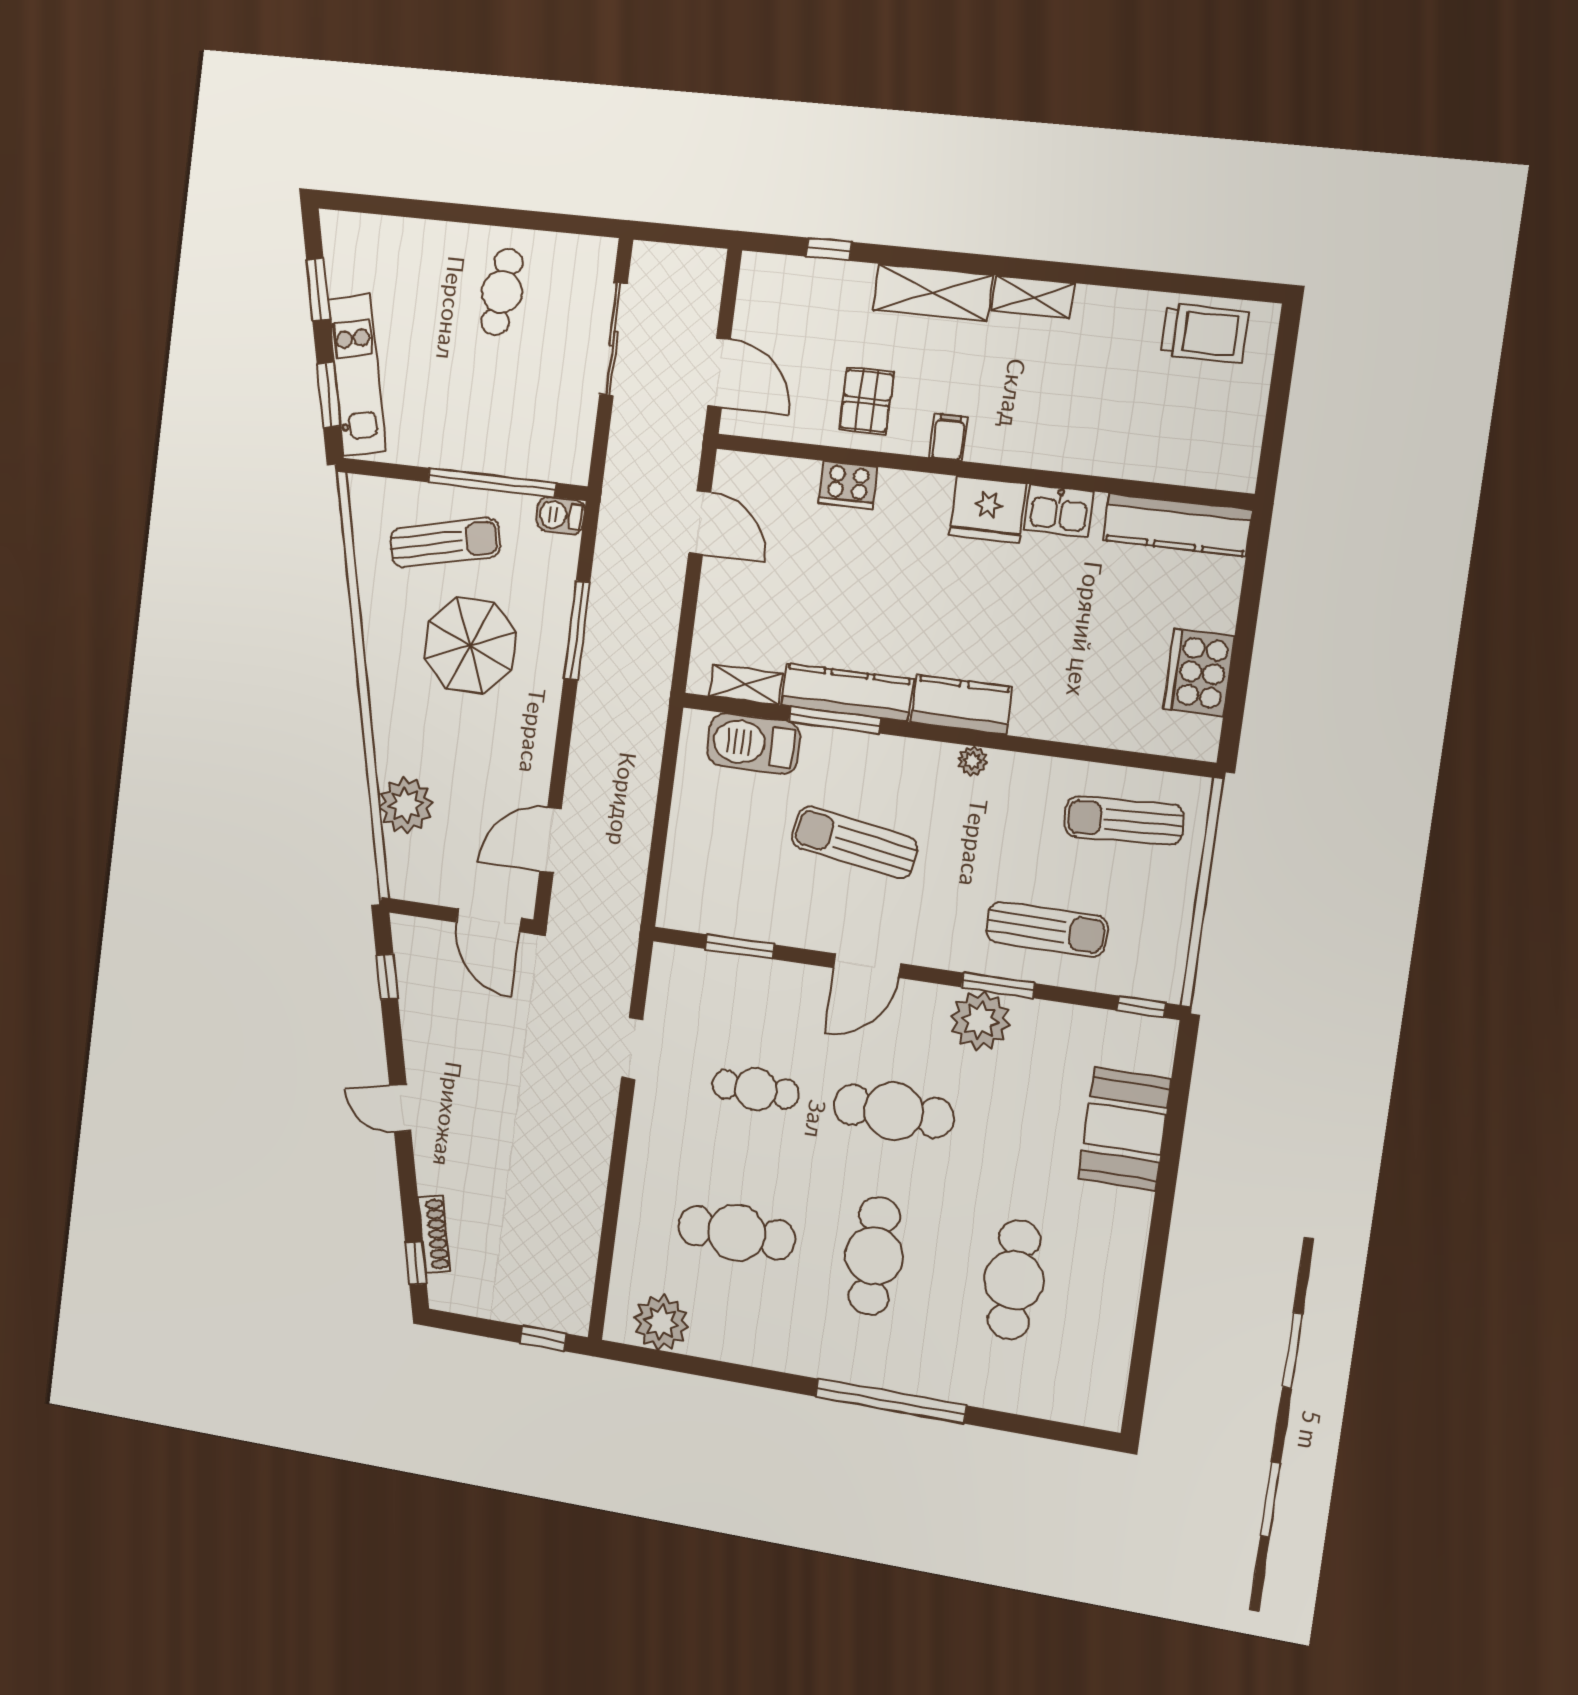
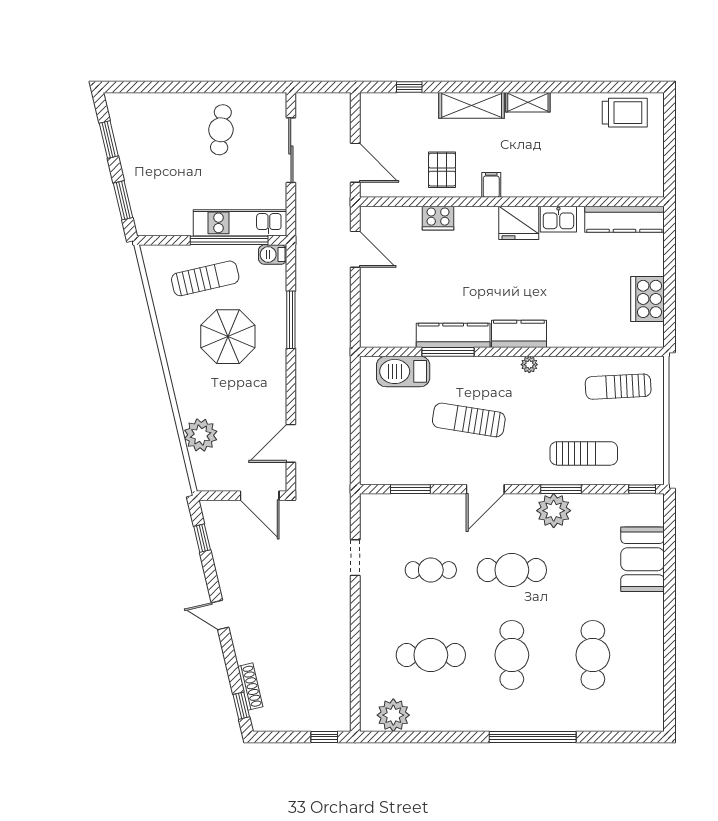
kitchen unit: (357, 375) -> (240, 223), moved, turned -77
shelving: (746, 685) -> (394, 338), removed

